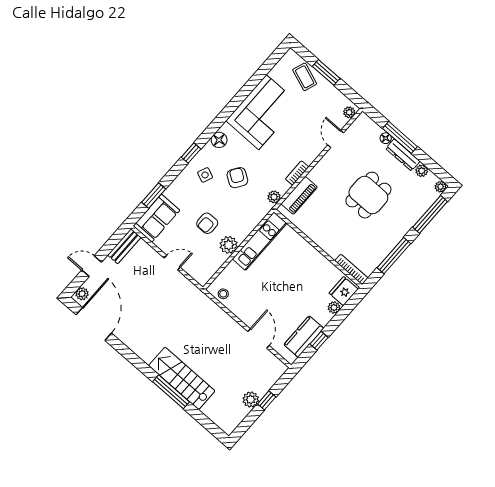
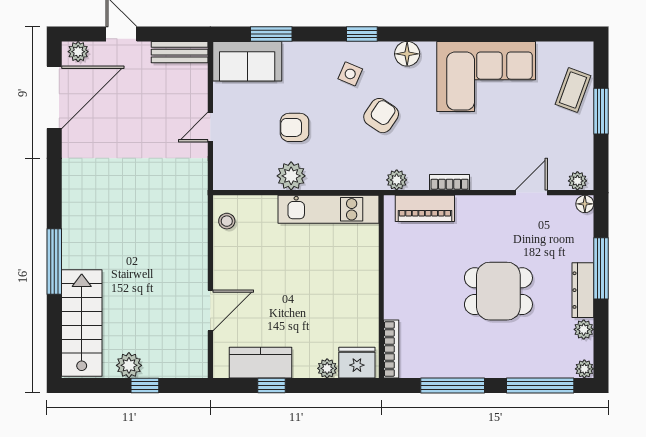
floor lamp: (386, 138) -> (585, 204), moved
door: (172, 263) -> (210, 127), swing flipped
stairs: (182, 378) -> (82, 323), moved

